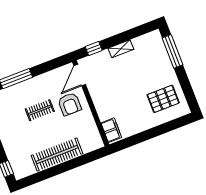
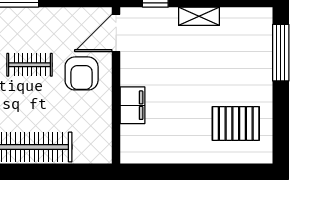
filing cabinet: (111, 130) -> (132, 105), moved

